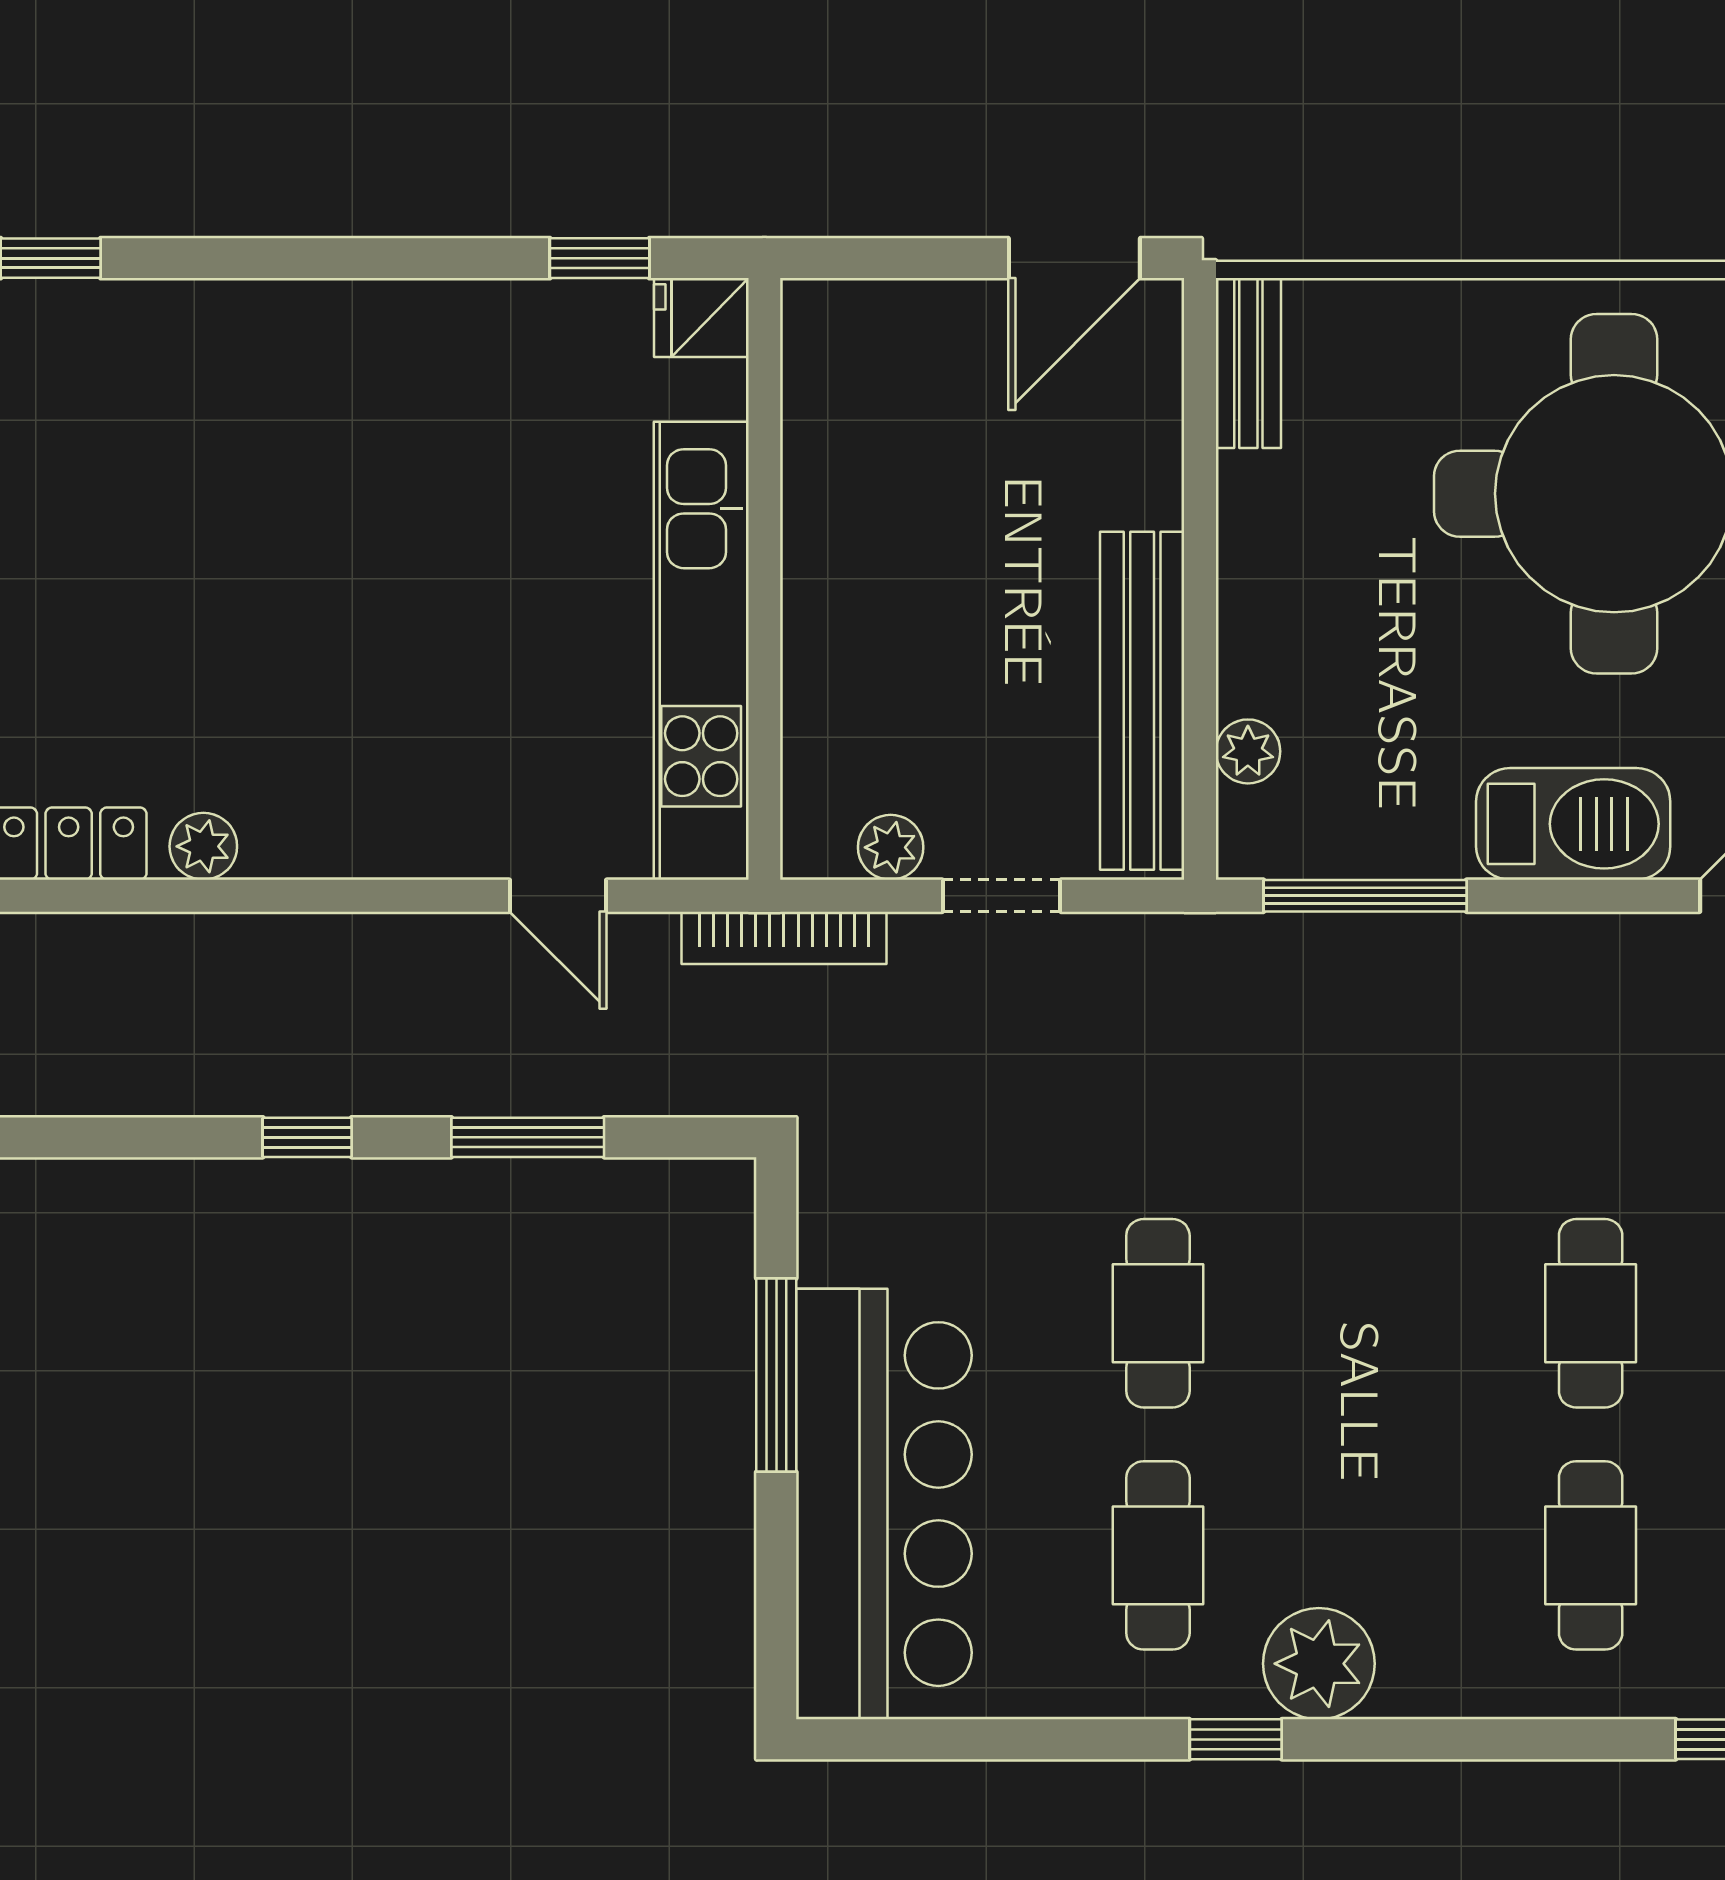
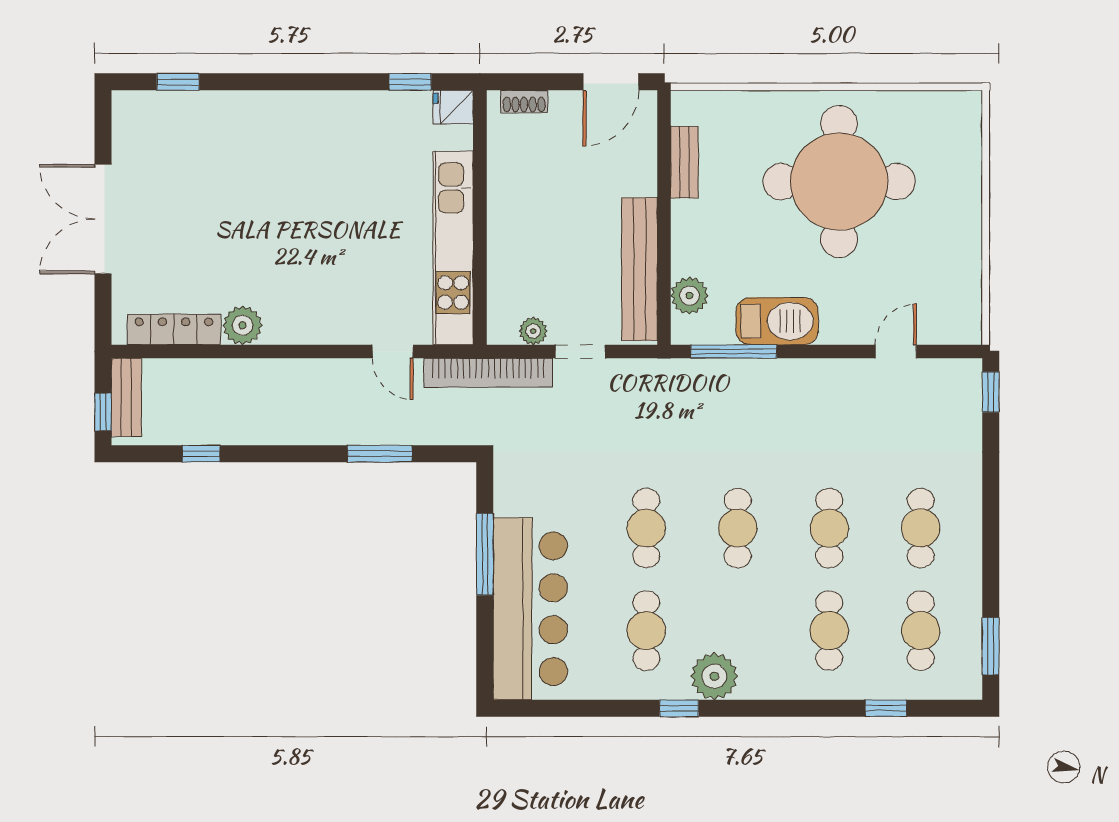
shoe rack: (869, 305) -> (524, 102), added
bench: (1248, 363) -> (684, 162), moved
plant: (1248, 751) -> (689, 296), width x1.38, depth x1.38
barbecue: (1573, 824) -> (777, 321), moved
plant: (203, 846) -> (243, 325), width x1.38, depth x1.38
bookcase: (784, 938) -> (488, 373), width x1.48, depth x1.31
window: (307, 1137) -> (201, 454), moved
cafe table: (1374, 1313) -> (738, 528), added

